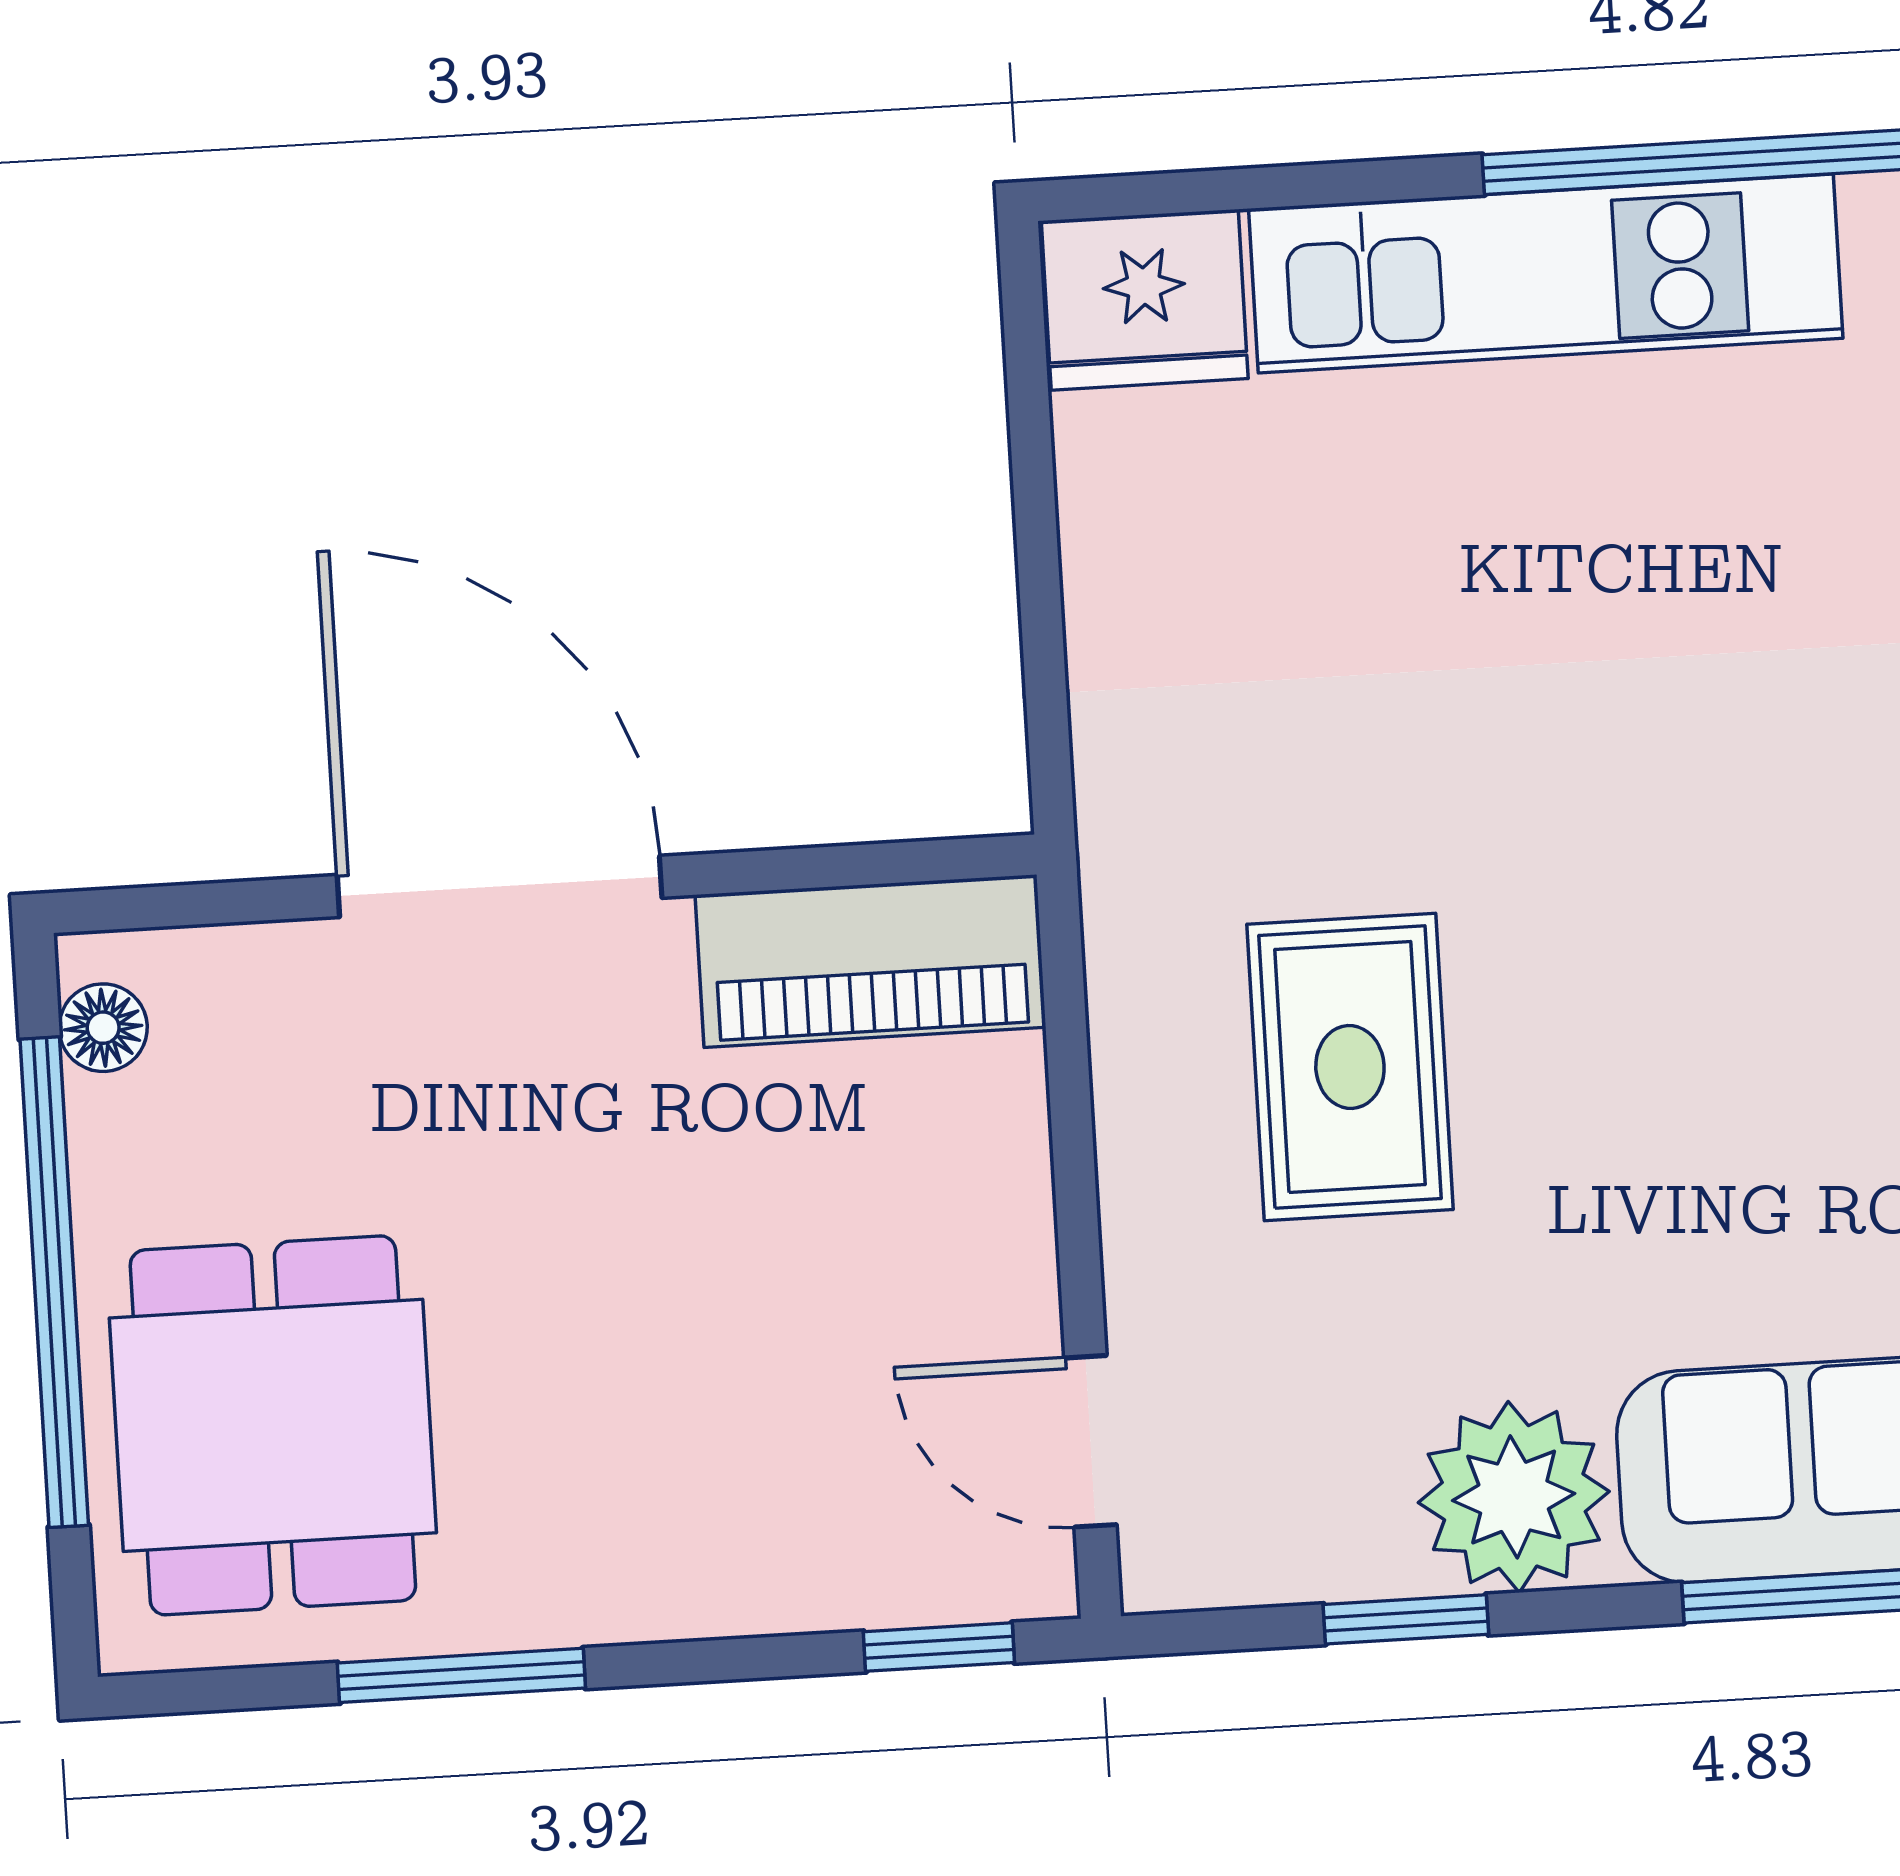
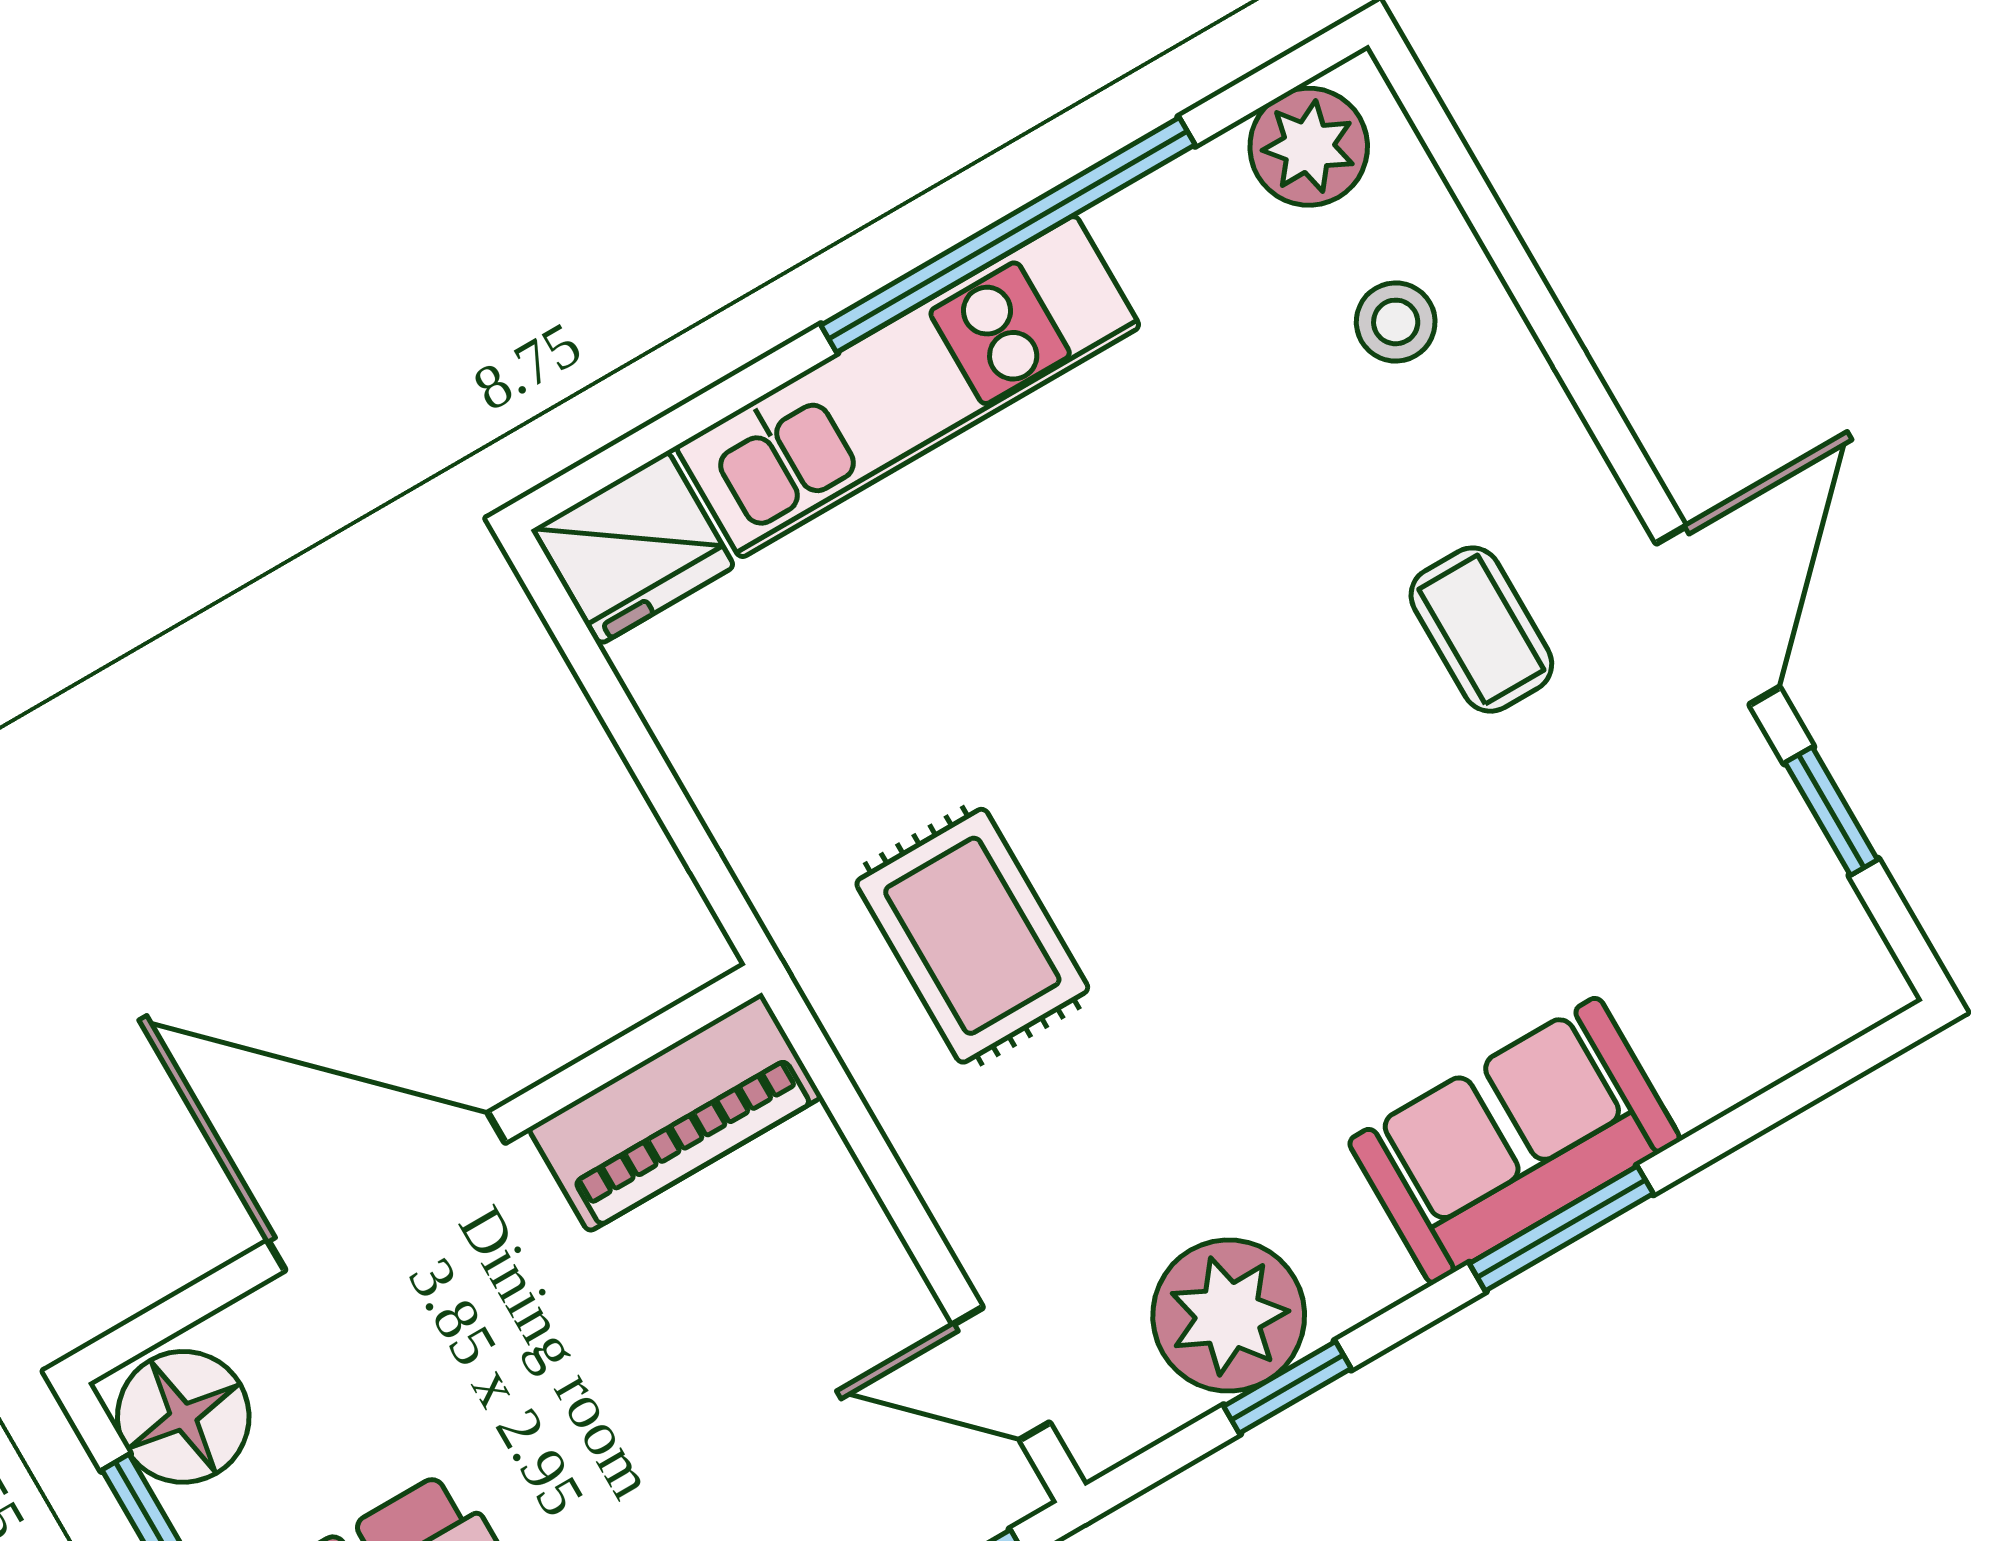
floor lamp: (103, 1028) -> (183, 1417), width x1.89, depth x1.89
rug: (1350, 1067) -> (972, 936), moved
plant: (1514, 1497) -> (1229, 1316), moved

